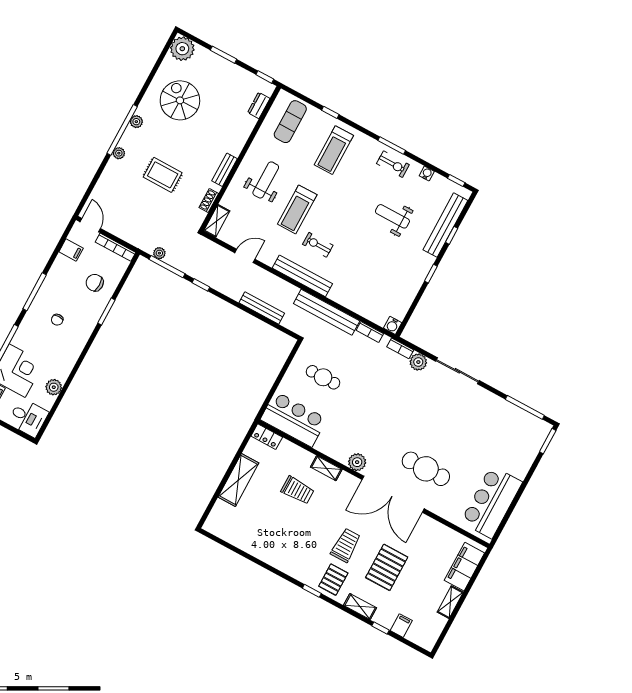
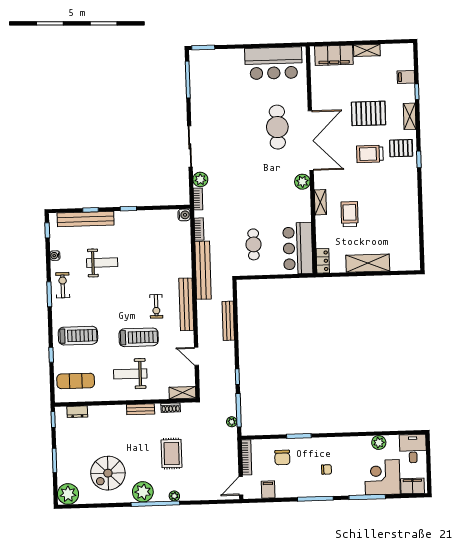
plant: (136, 122) -> (143, 492), width x1.88, depth x1.88
weight bench: (392, 216) -> (102, 263), turned -90

